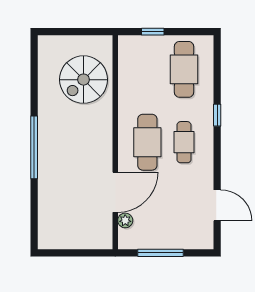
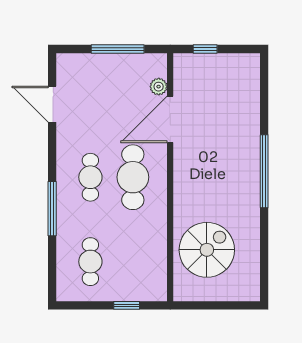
cafe table: (184, 69) -> (90, 262), width x0.73, depth x0.74
window: (217, 115) -> (52, 209), width x2.17
window: (85, 253) -> (205, 49), added

